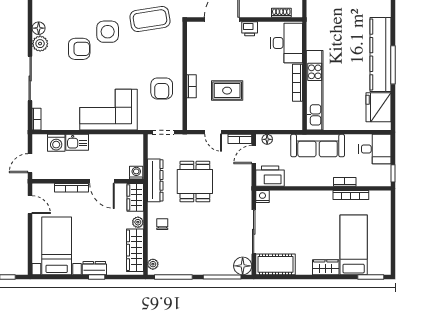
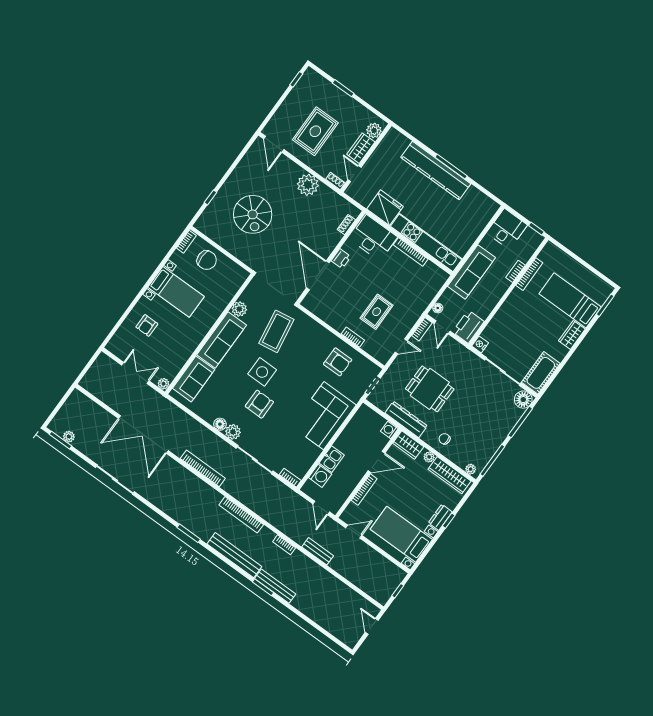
fridge: (379, 107) -> (385, 208), moved, turned 180

